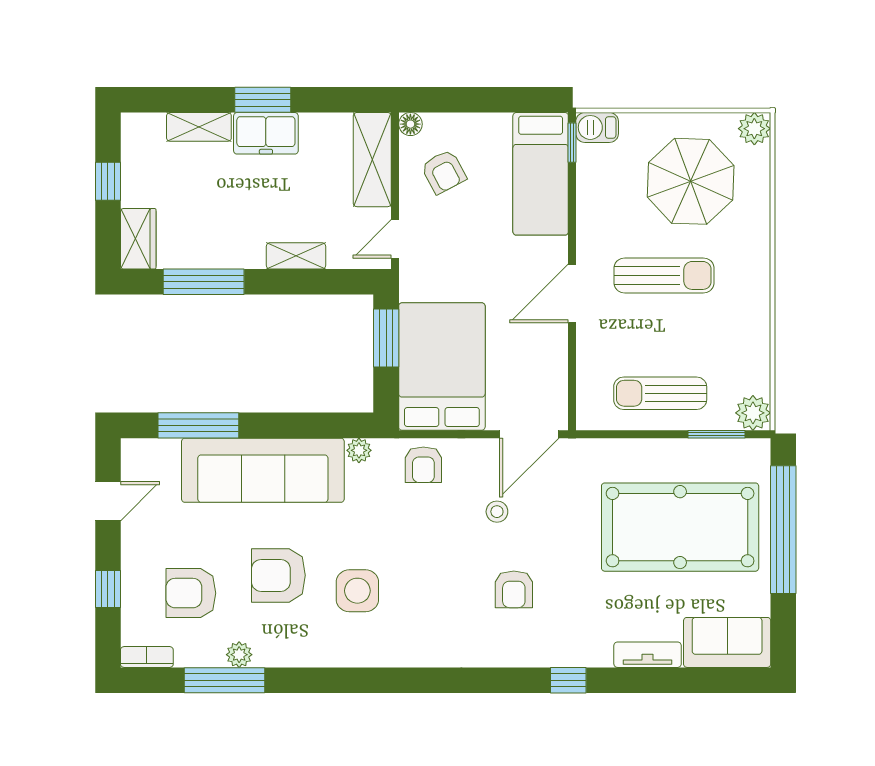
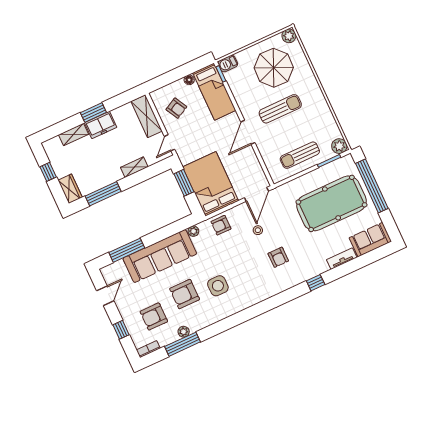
floor lamp: (410, 124) -> (189, 80), moved
armchair: (423, 465) -> (221, 225), turned 90

